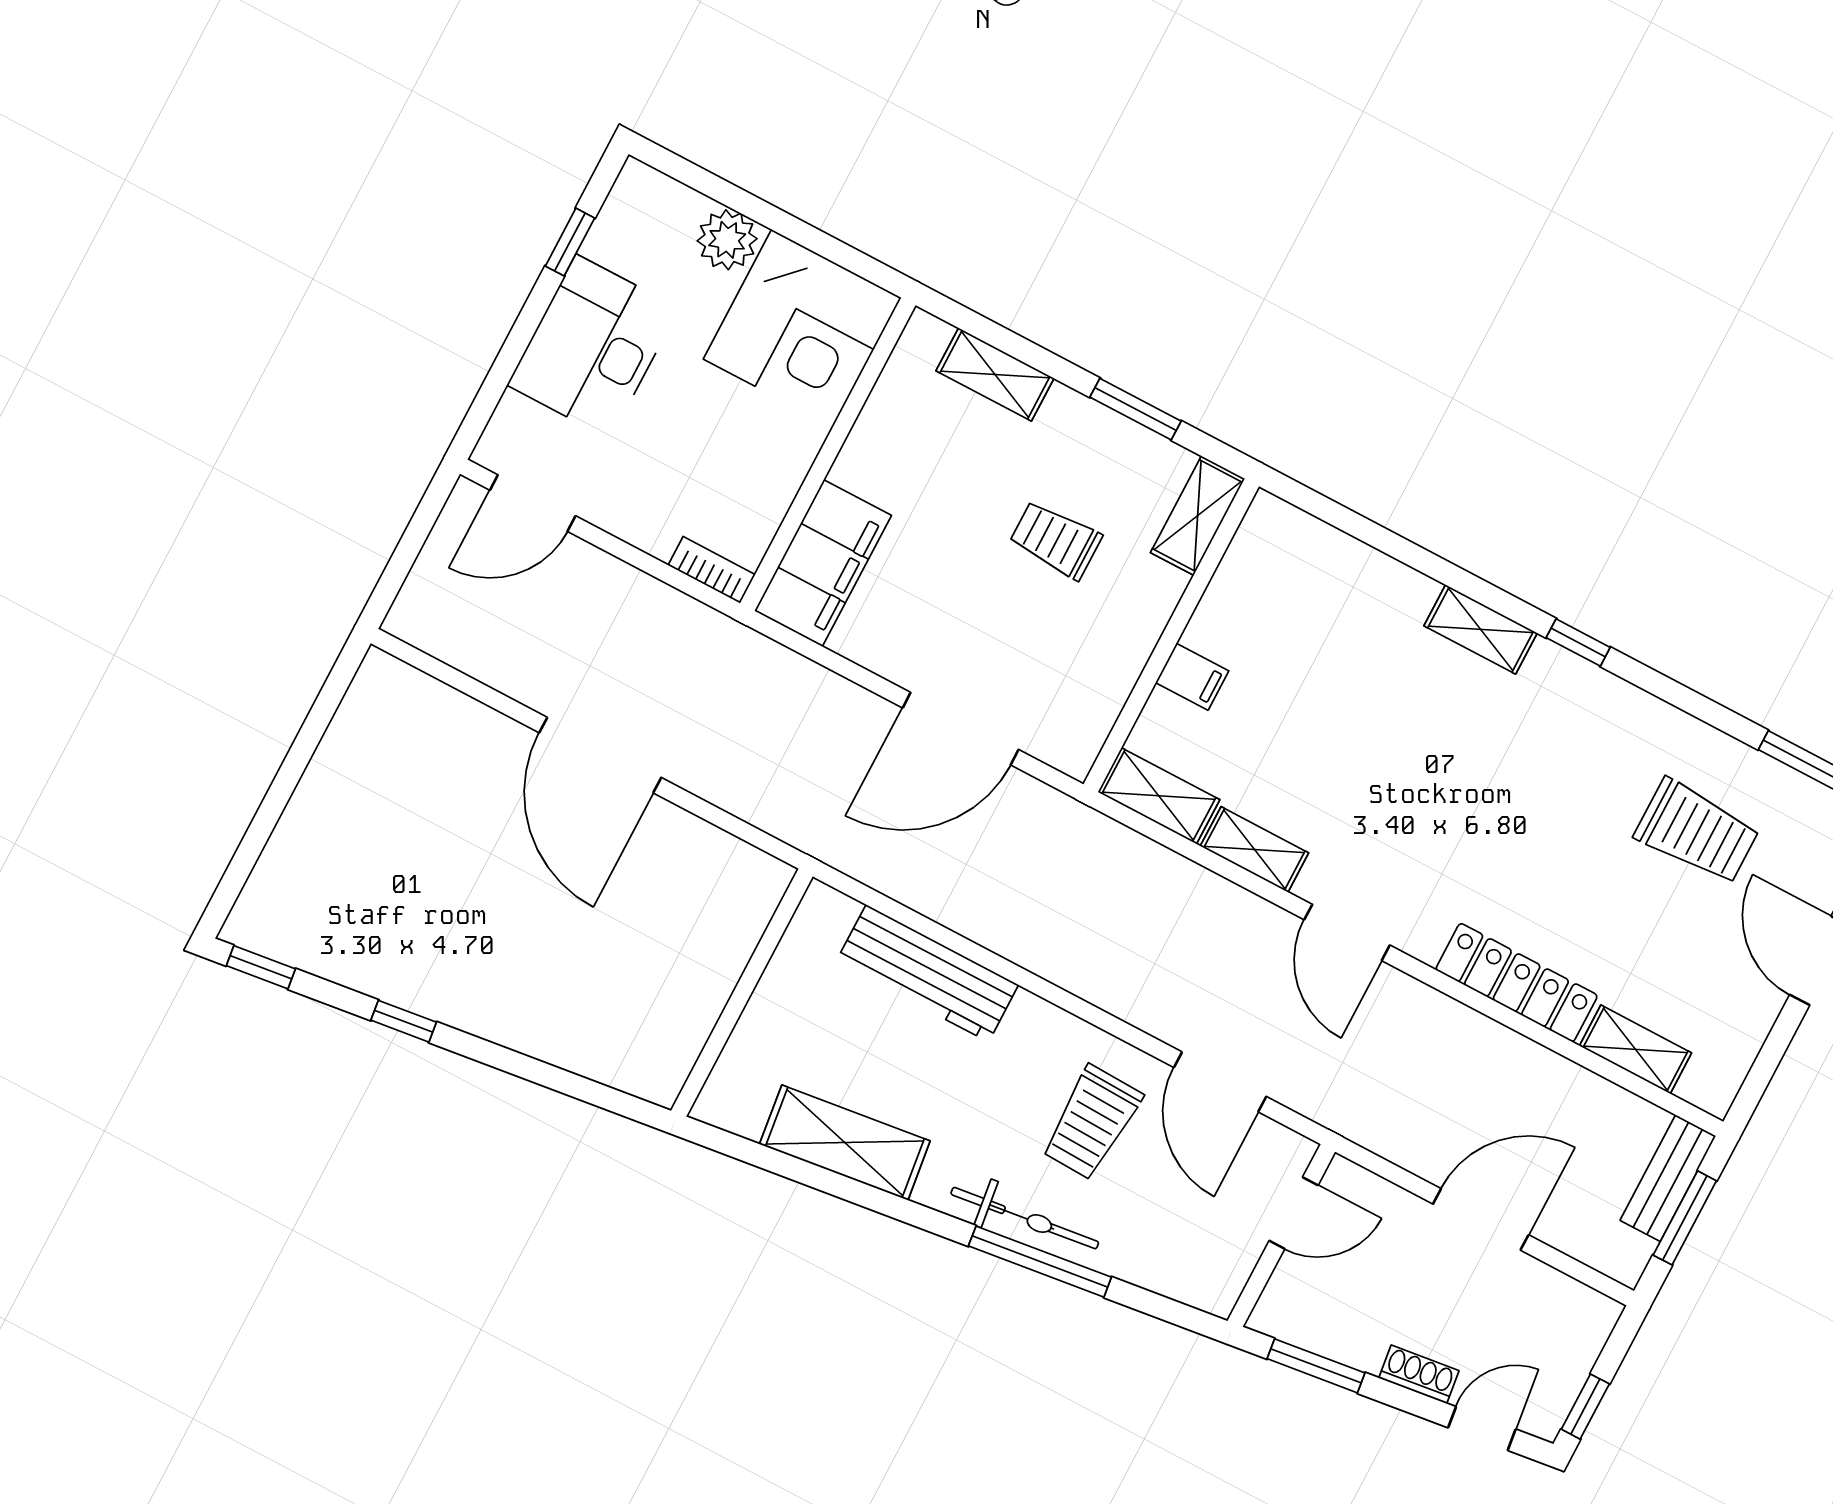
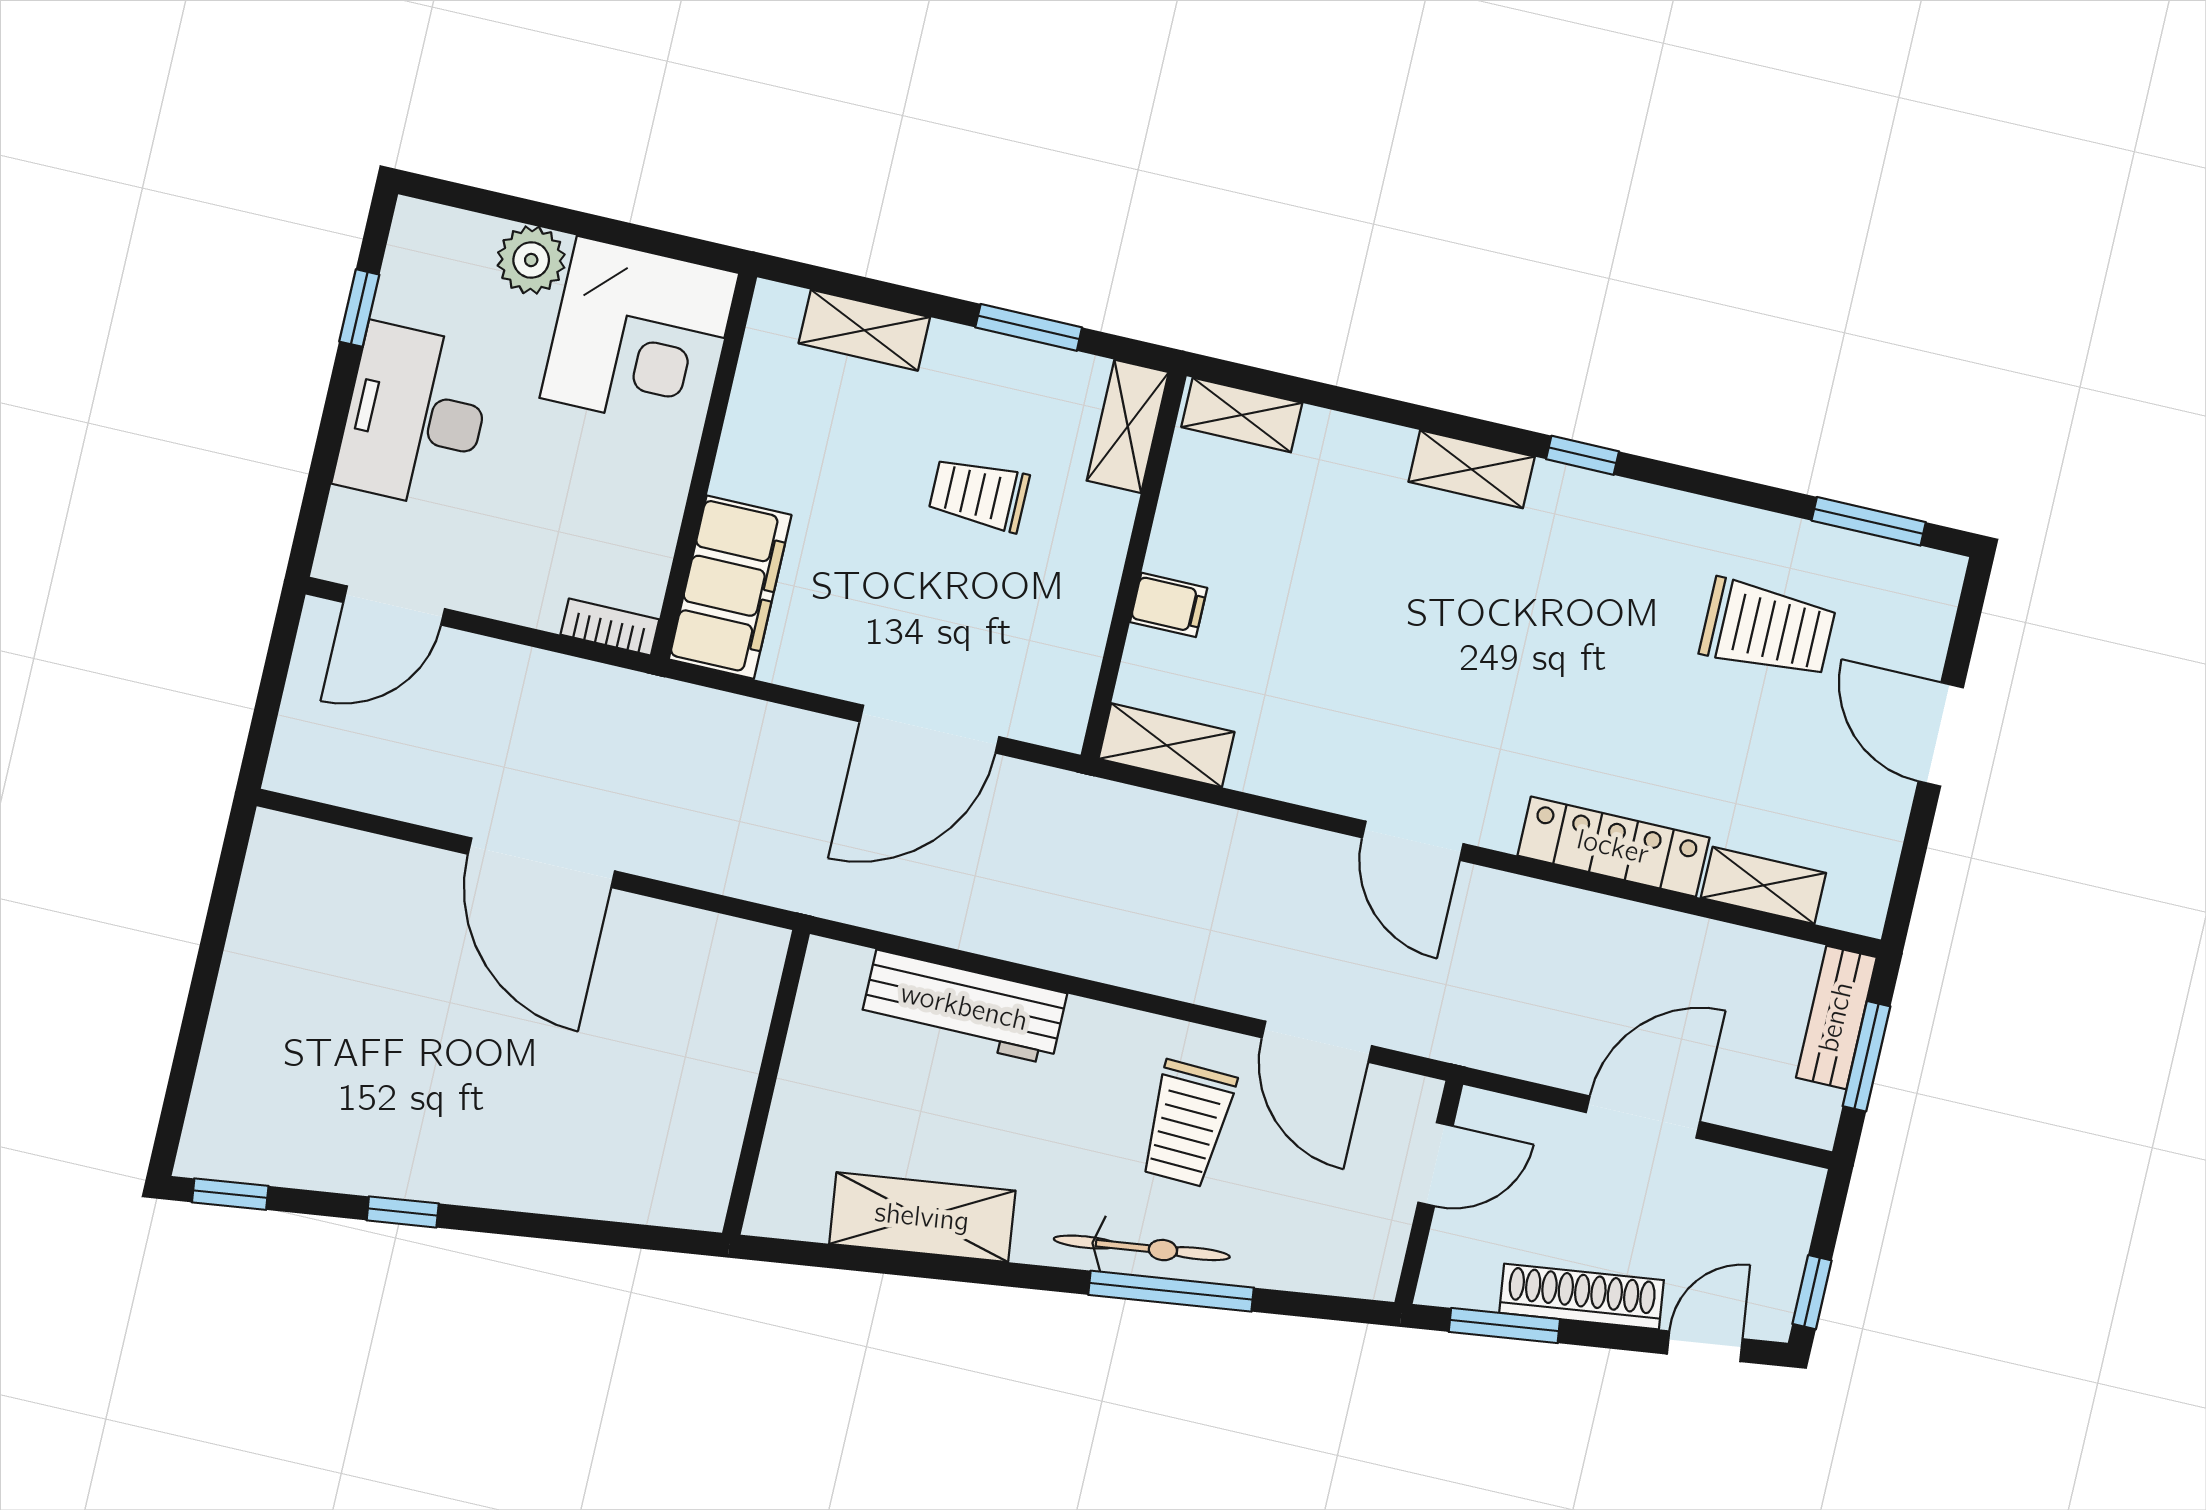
shelving: (1254, 849) -> (1242, 415), moved
shoe rack: (1419, 1374) -> (1582, 1296), width x1.94, depth x1.24

